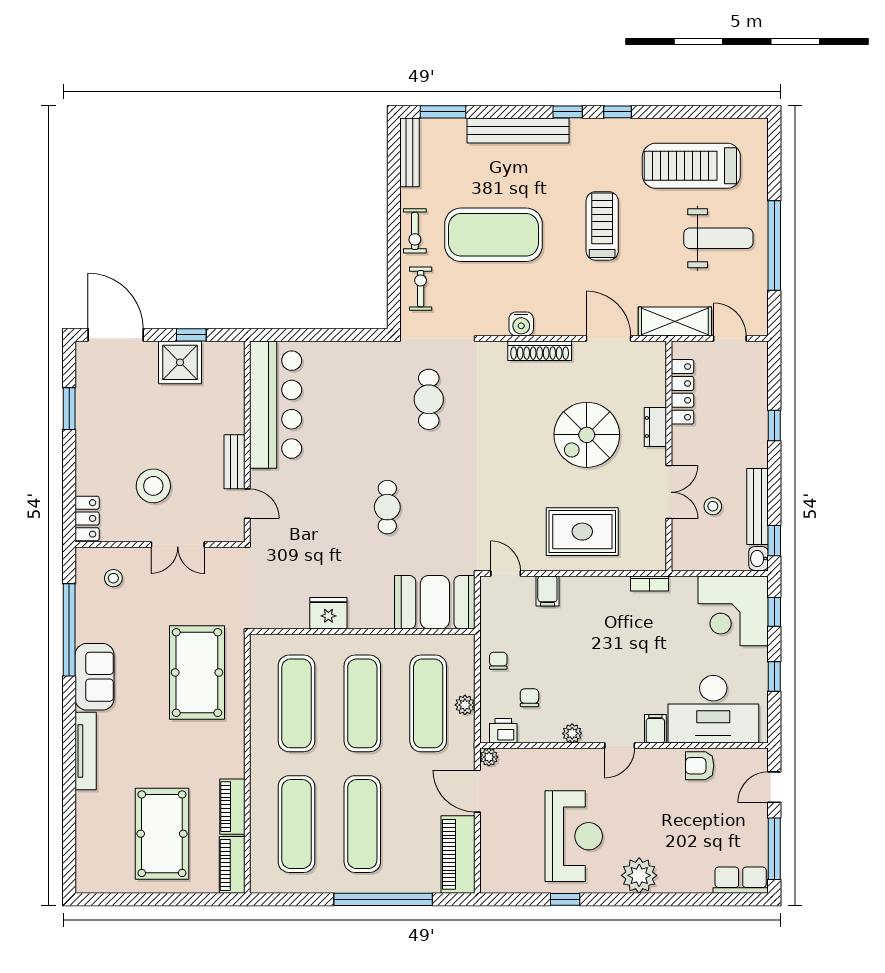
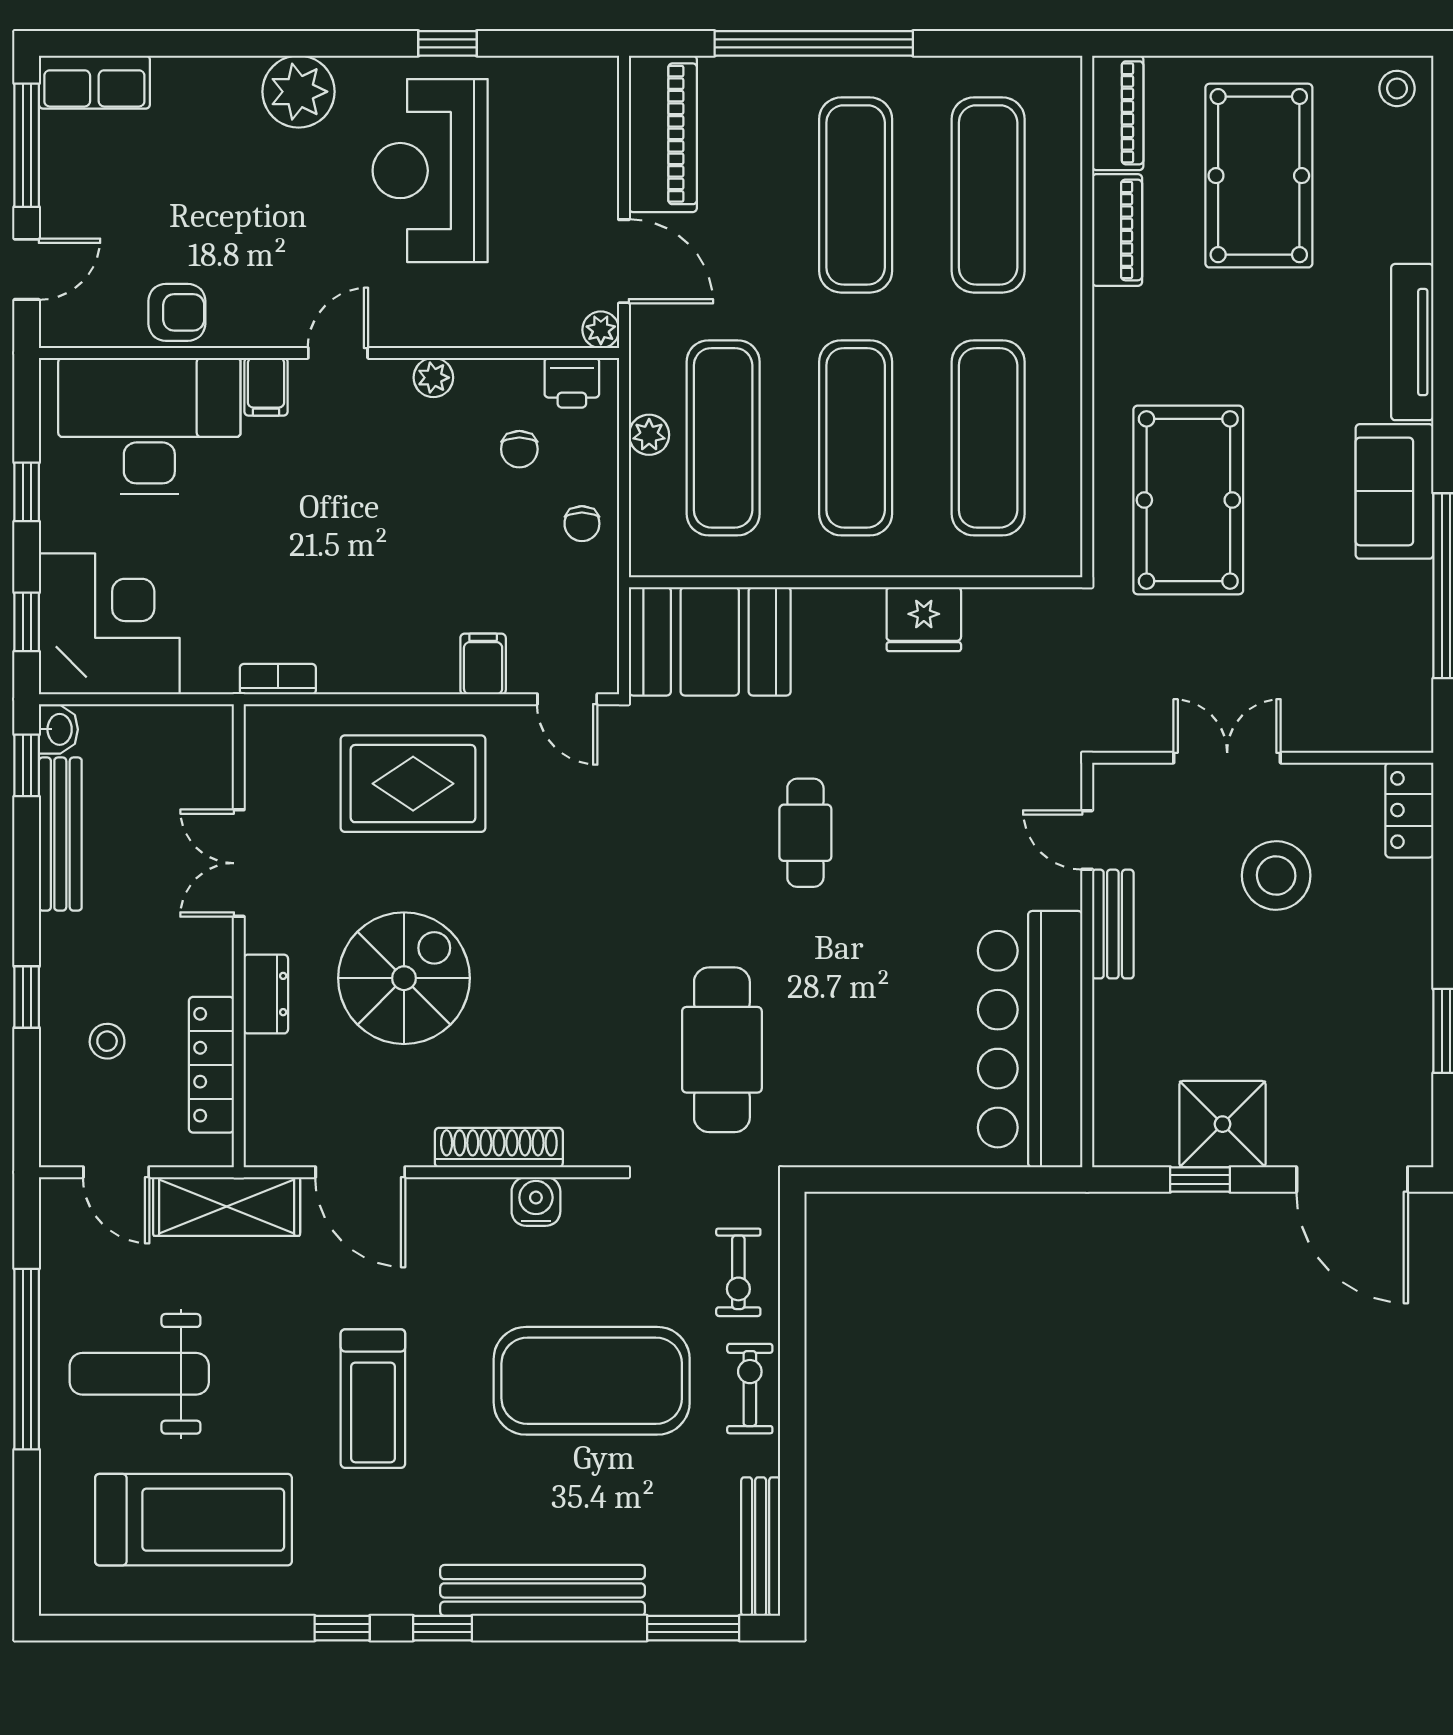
cafe table: (429, 399) -> (722, 1050), width x1.37, depth x1.35
stool: (713, 506) -> (107, 1041), moved
stool: (113, 578) -> (1397, 88), moved

